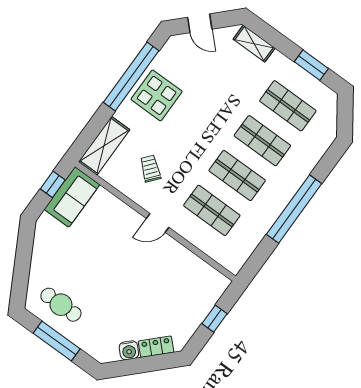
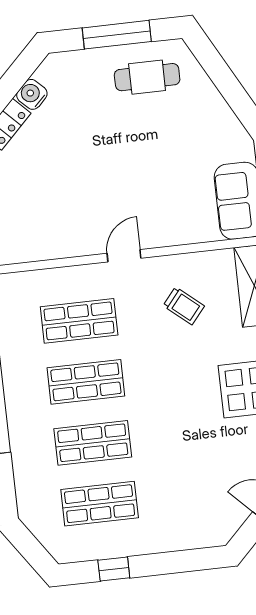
shelving: (254, 44) -> (195, 537), removed
window: (311, 65) -> (114, 569), width x0.67

